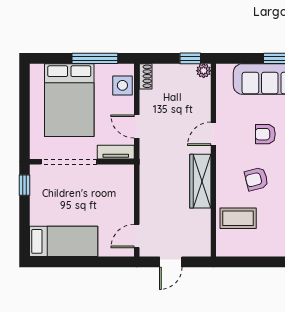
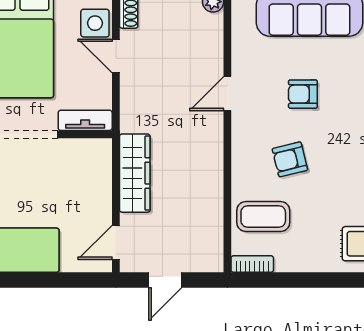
door: (137, 127) -> (116, 56), moved
wardrobe: (200, 181) -> (135, 173), moved, turned 180
bookcase: (231, 251) -> (252, 264), added

